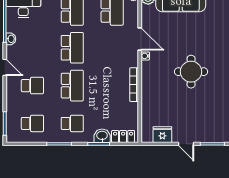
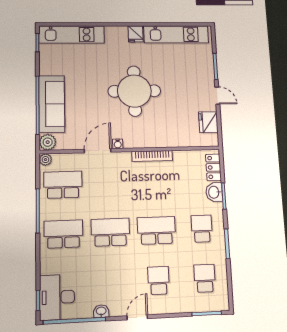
round table: (191, 72) -> (134, 91), width x1.36, depth x1.36
door: (186, 144) -> (217, 95), hinge flipped

